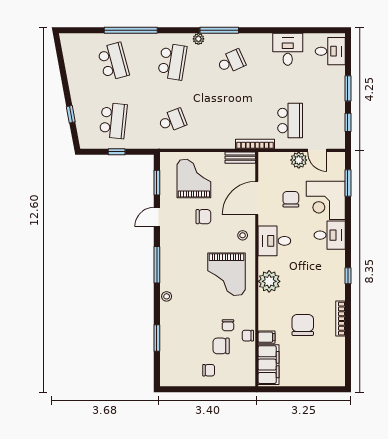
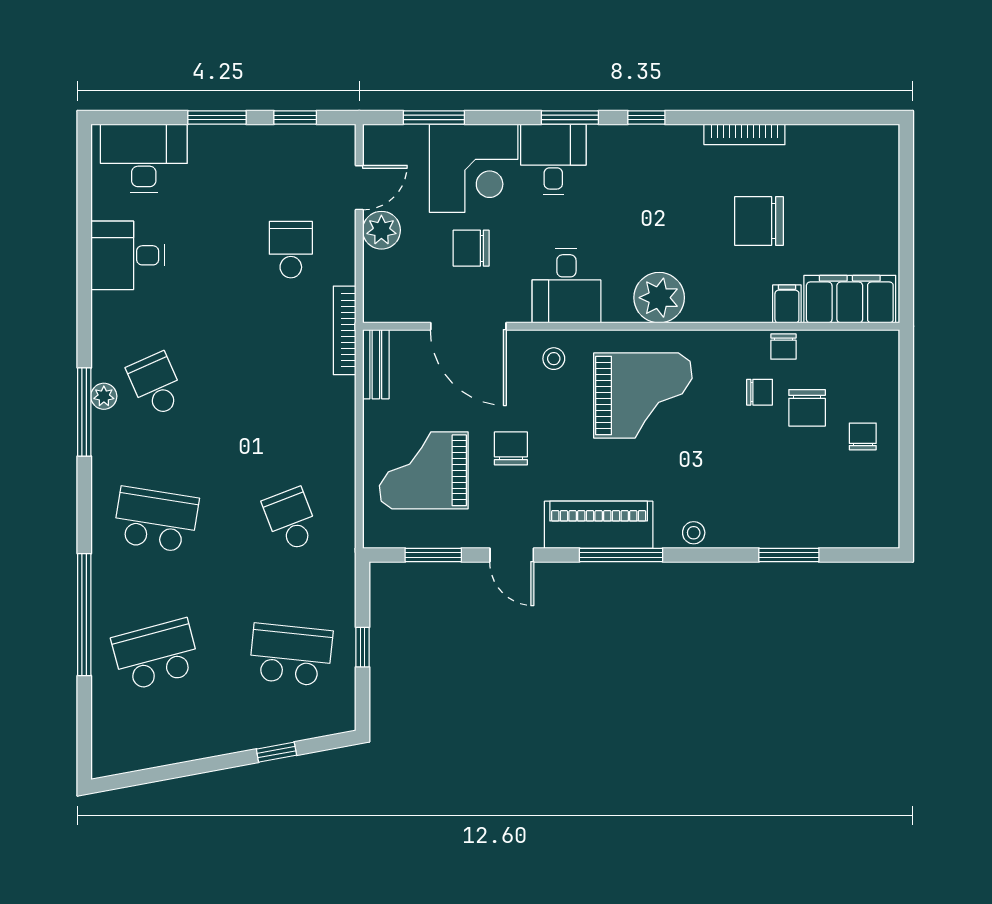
plant: (198, 39) -> (104, 396), moved
desk: (330, 51) -> (144, 158), width x1.37
school desk: (290, 121) -> (291, 250), width x0.54
window: (348, 242) -> (570, 117), added
piano: (170, 255) -> (599, 525), added

